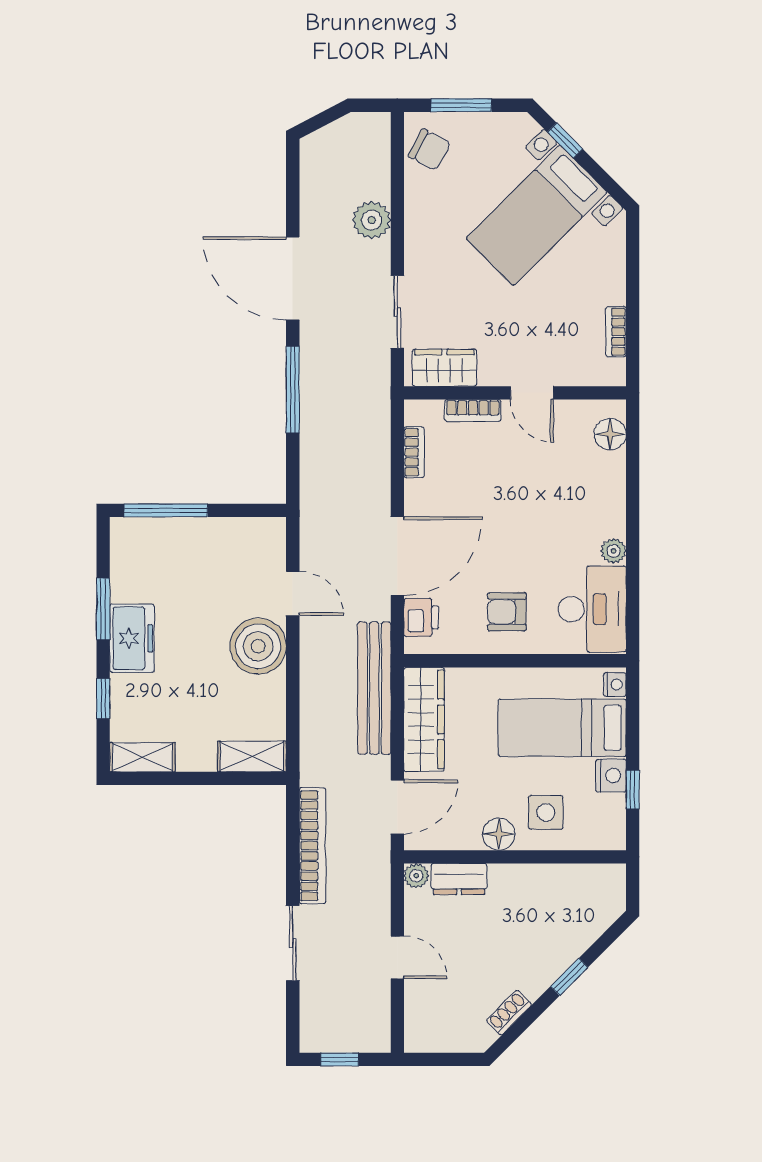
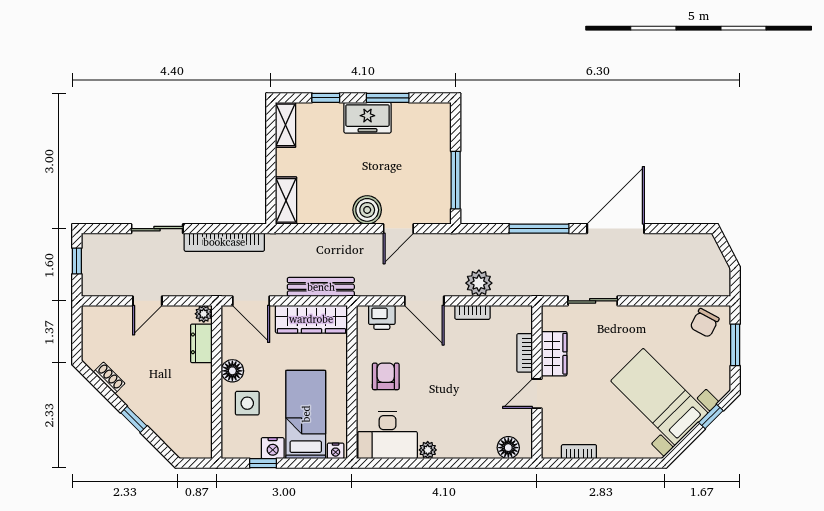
plant: (372, 220) -> (479, 283), moved
wardrobe: (444, 368) -> (554, 354), moved
bookcase: (414, 452) -> (472, 312), moved
window: (166, 510) -> (456, 180), moved
door: (397, 556) -> (424, 301), width x0.73
boiler: (258, 646) -> (367, 210), width x0.73, depth x0.73
bench: (374, 688) -> (321, 287), width x0.73, depth x0.82

